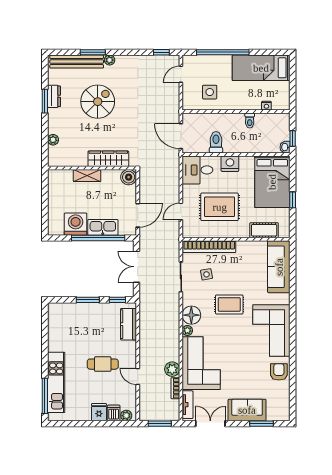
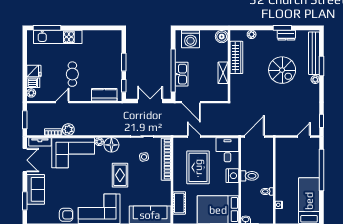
door: (181, 74) -> (304, 136), hinge flipped
side table: (210, 92) -> (290, 160), removed
toilet: (216, 142) -> (250, 176), moved
wardrobe: (108, 159) -> (236, 57), moved
shelving: (87, 175) -> (223, 73), moved
boiler: (129, 177) -> (222, 37), moved
washing machine: (76, 224) -> (190, 39), moved, turned 90

